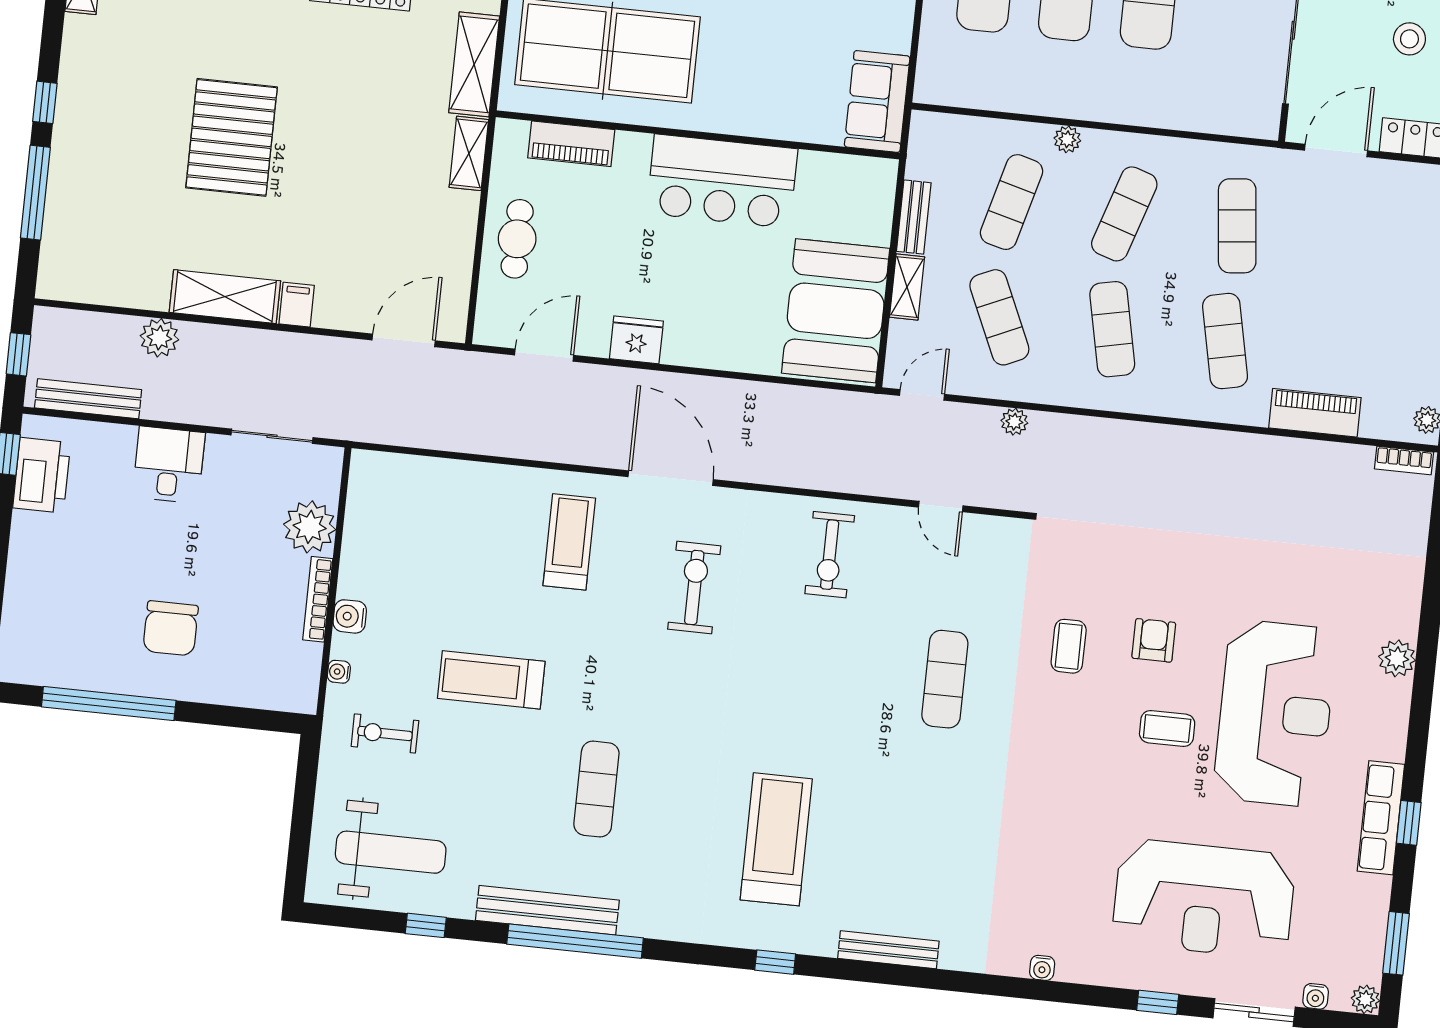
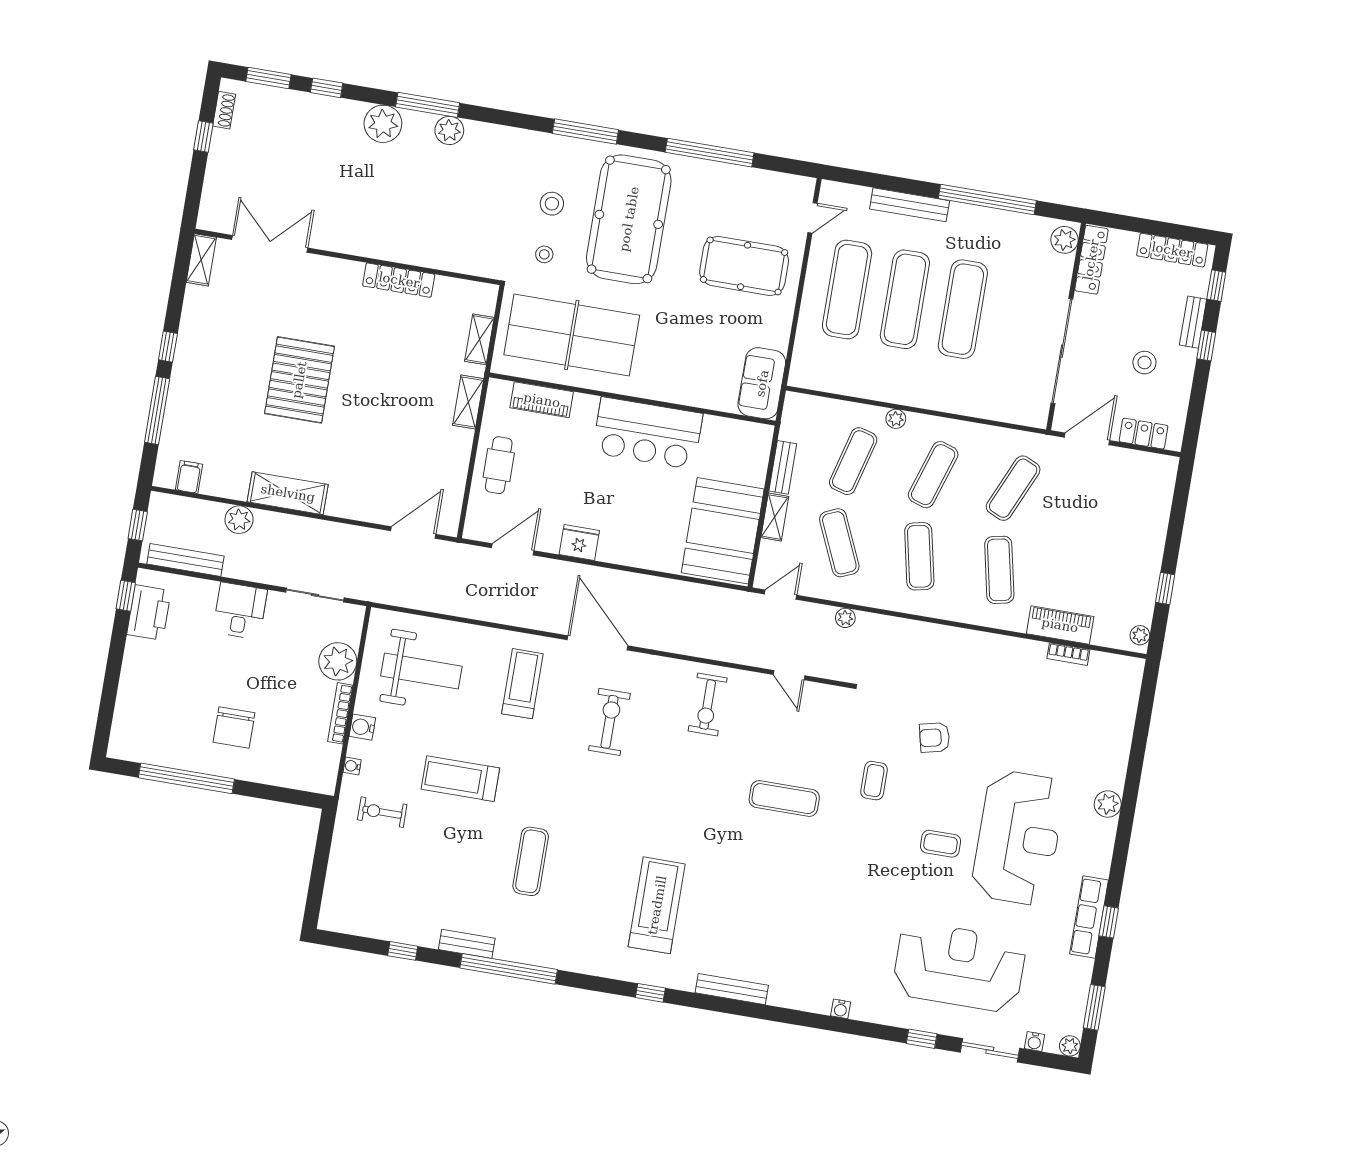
shelving: (474, 64) -> (479, 339), width x0.67, depth x0.75
exercise mat: (1237, 226) -> (1013, 488), turned 30
filing cabinet: (297, 305) -> (189, 477), moved
bookcase: (1404, 460) -> (1068, 654), moved
armchair: (1154, 640) -> (935, 738), moved, turned -103
exercise mat: (945, 679) -> (784, 799), turned 90
weight bench: (391, 852) -> (421, 671), moved
reception desk: (1204, 899) -> (959, 967), turned 180
bench: (547, 910) -> (467, 944), width x0.54, depth x0.82

